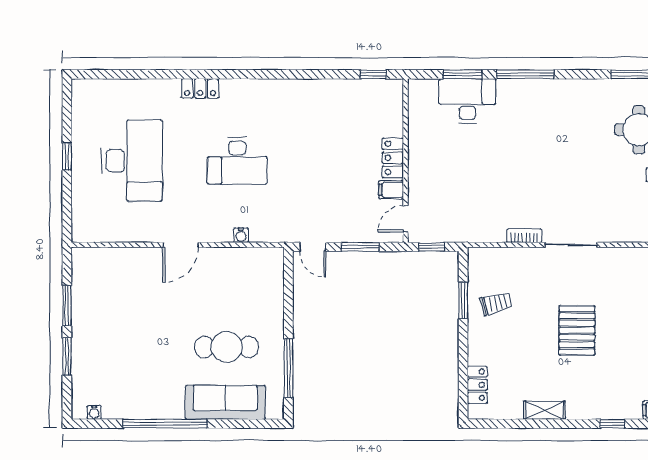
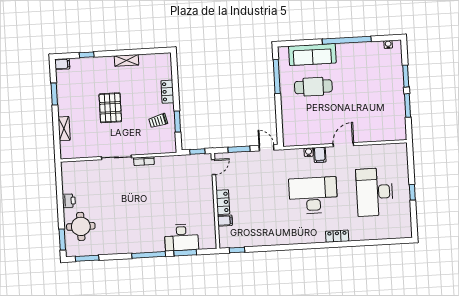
desk: (237, 161) -> (313, 195), width x1.36, depth x1.30
filing cabinet: (391, 190) -> (225, 221), moved
filing cabinet: (222, 230) -> (320, 155), added
locker: (477, 385) -> (167, 92), moved

